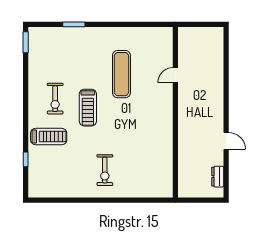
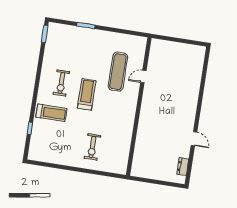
door: (175, 75) -> (143, 77), moved
treadmill: (88, 108) -> (87, 94), turned 180
wall: (175, 112) -> (139, 106), moved

